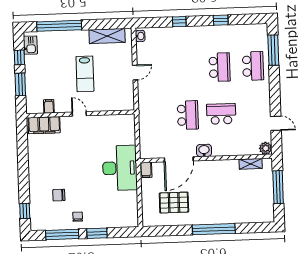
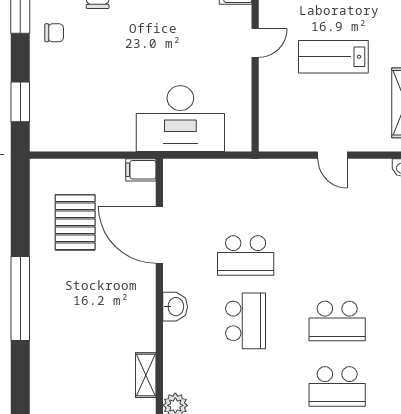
washbasin: (204, 150) -> (175, 307), moved
desk: (120, 168) -> (180, 119), moved
window: (97, 233) -> (20, 102), moved

